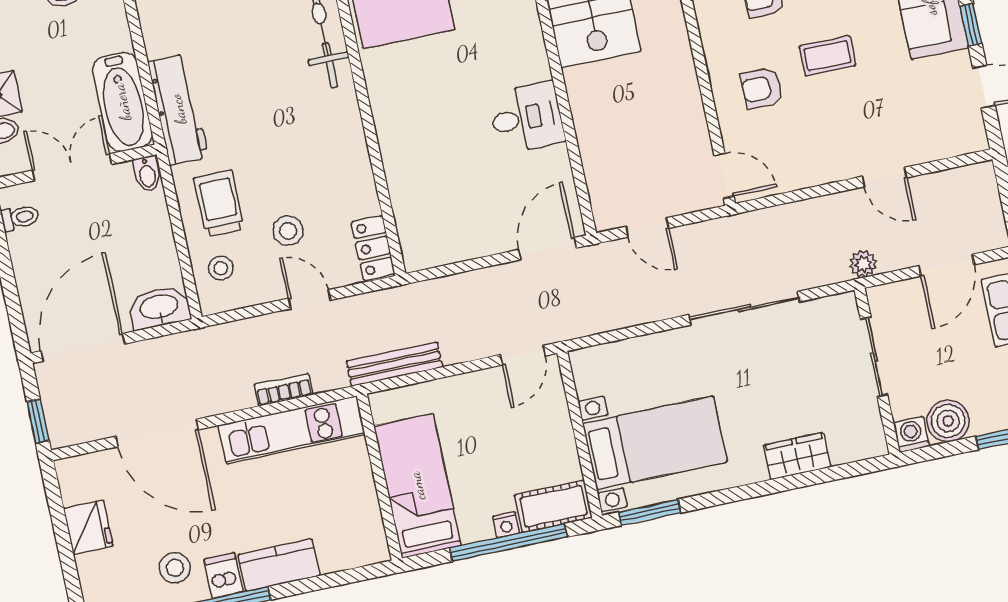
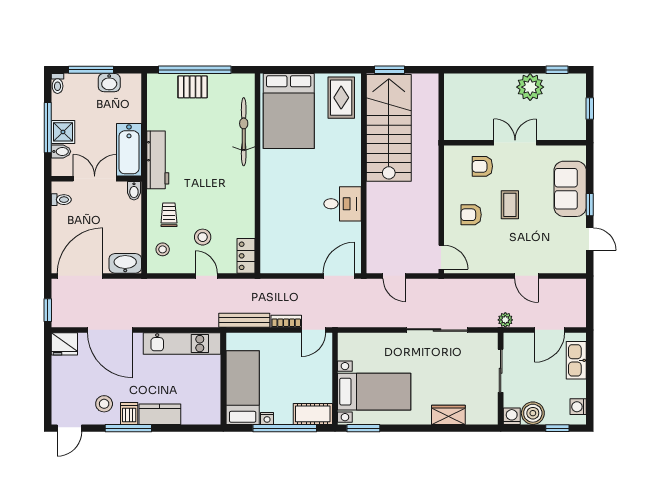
coffee table: (827, 56) -> (510, 205), turned 90
trolley: (219, 203) -> (169, 215), width x0.73, depth x0.72
bookcase: (284, 390) -> (286, 321), moved
nightstand: (506, 525) -> (267, 418), moved
fridge: (88, 527) -> (64, 344), moved, turned 90

